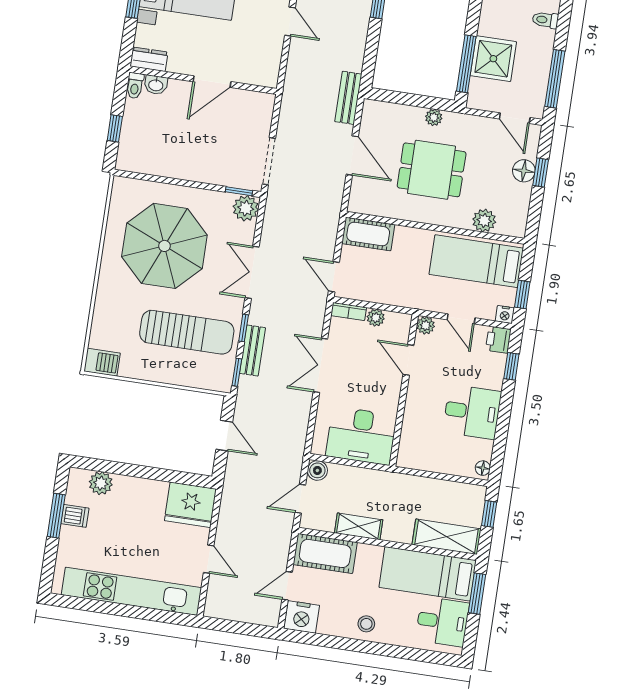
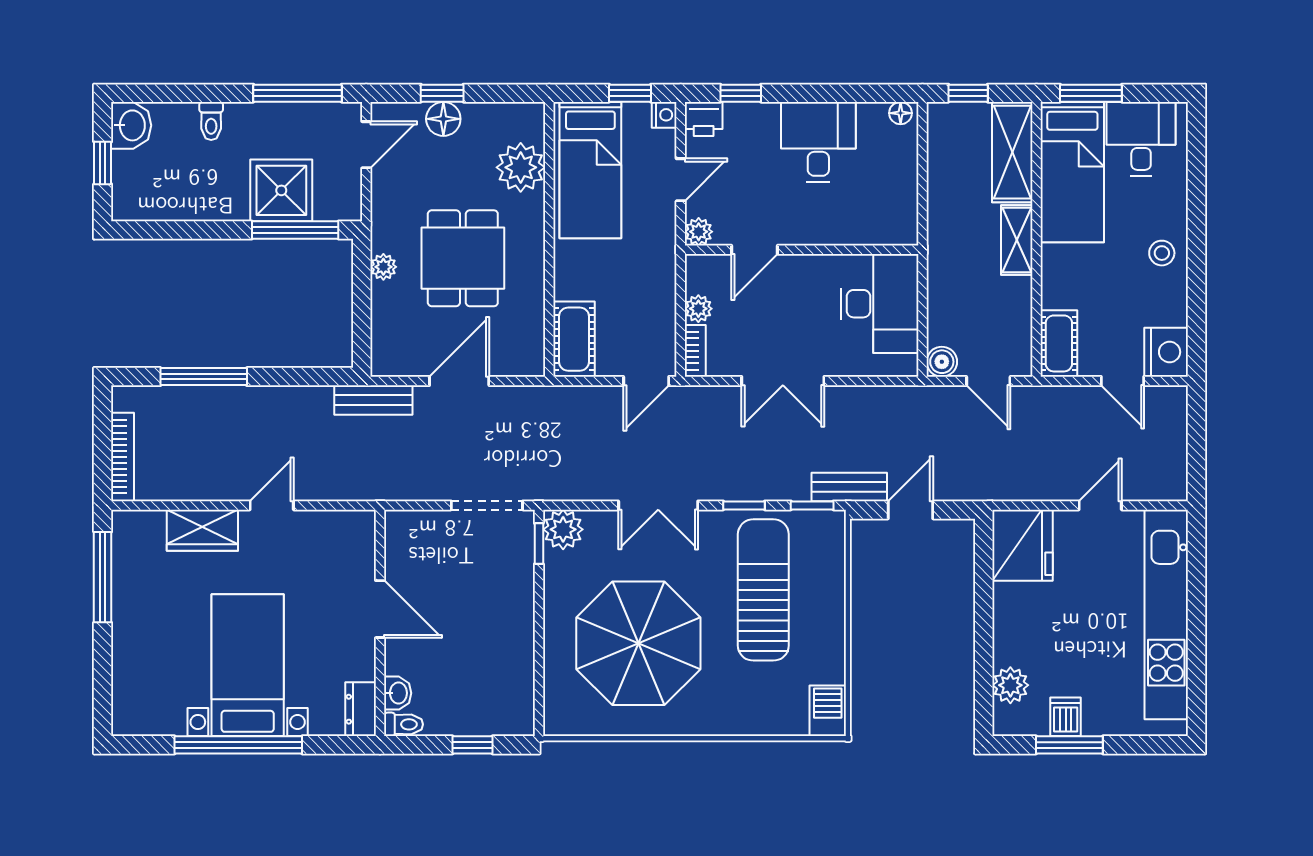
plant: (484, 221) -> (521, 167), width x1.36, depth x1.36
bench: (252, 350) -> (849, 487), moved
shelving: (359, 526) -> (1017, 240), moved
cot: (325, 553) -> (1059, 343), width x0.73, depth x0.75

